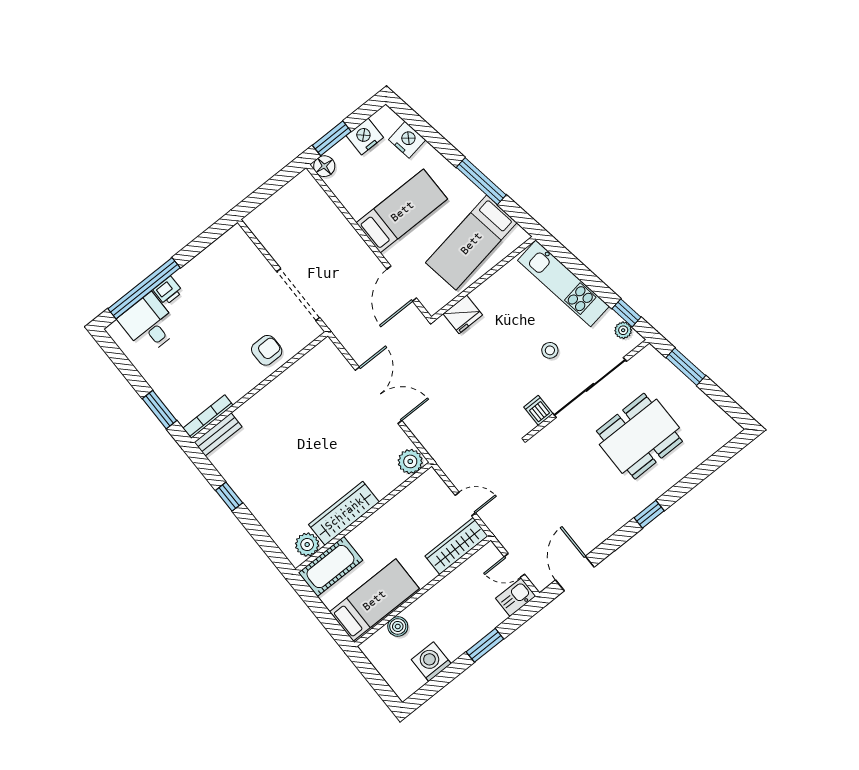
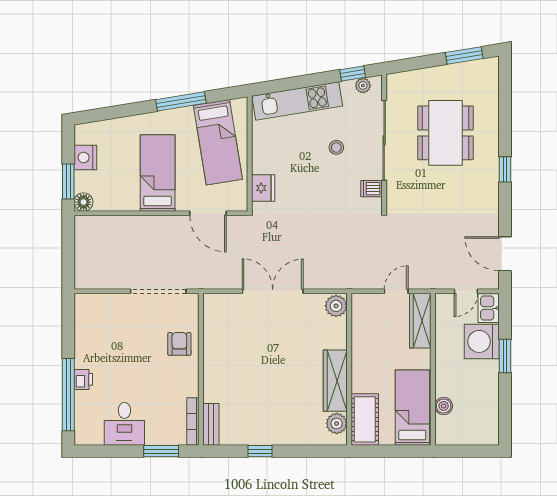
nightstand: (407, 140) -> (111, 130), removed
desk: (149, 324) -> (124, 424), moved, turned -90
window: (686, 367) -> (464, 55), moved
washing machine: (431, 662) -> (482, 341), moved, width x1.37, depth x1.37

